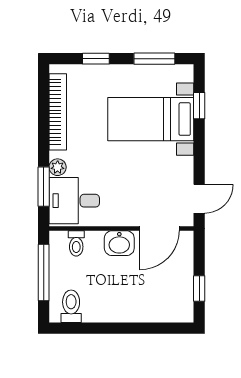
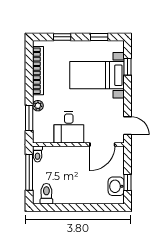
window: (154, 59) -> (99, 37), width x0.67
door: (199, 199) -> (128, 126), hinge flipped
desk: (74, 201) -> (69, 127), moved, turned -90
toilet: (76, 243) -> (37, 154), moved
washbasin: (119, 243) -> (116, 186), moved, turned 90

